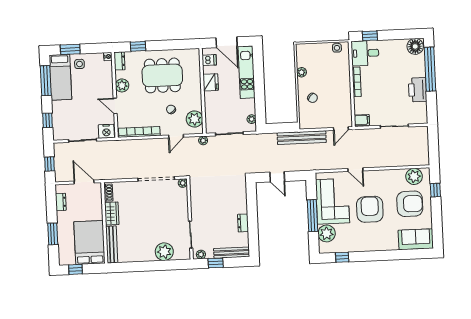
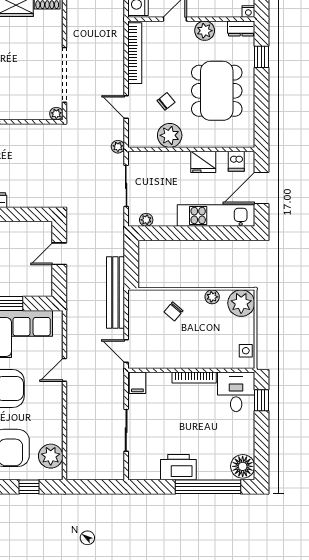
plant: (305, 52) -> (241, 303), added
plant: (195, 119) -> (170, 135), moved

